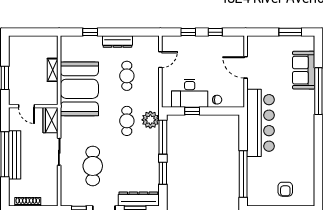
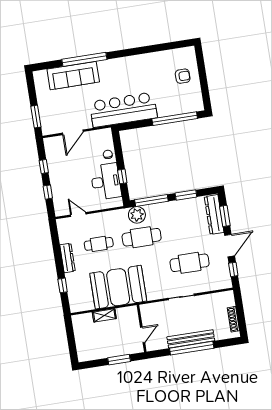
window: (290, 32) -> (36, 117), moved
sofa: (304, 70) -> (73, 76), width x1.36
wardrobe: (51, 120) -> (152, 310), removed
cafe table: (127, 121) -> (142, 237), width x1.37, depth x1.35

